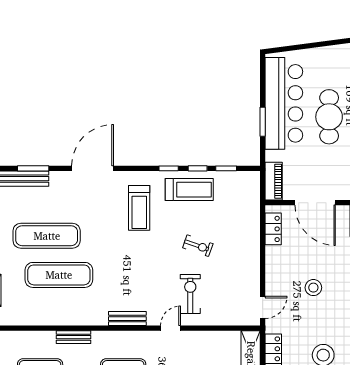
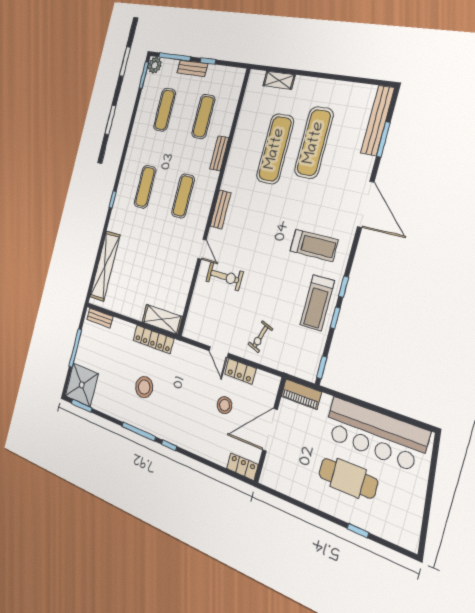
window: (263, 122) -> (363, 404), removed
window: (226, 168) -> (322, 367), moved
treadmill: (139, 208) -> (314, 245), turned 180
locker: (273, 229) -> (240, 371), moved
exercise bike: (198, 246) -> (260, 337), moved
stool: (313, 288) -> (225, 405), moved
door: (263, 307) -> (219, 352), moved

